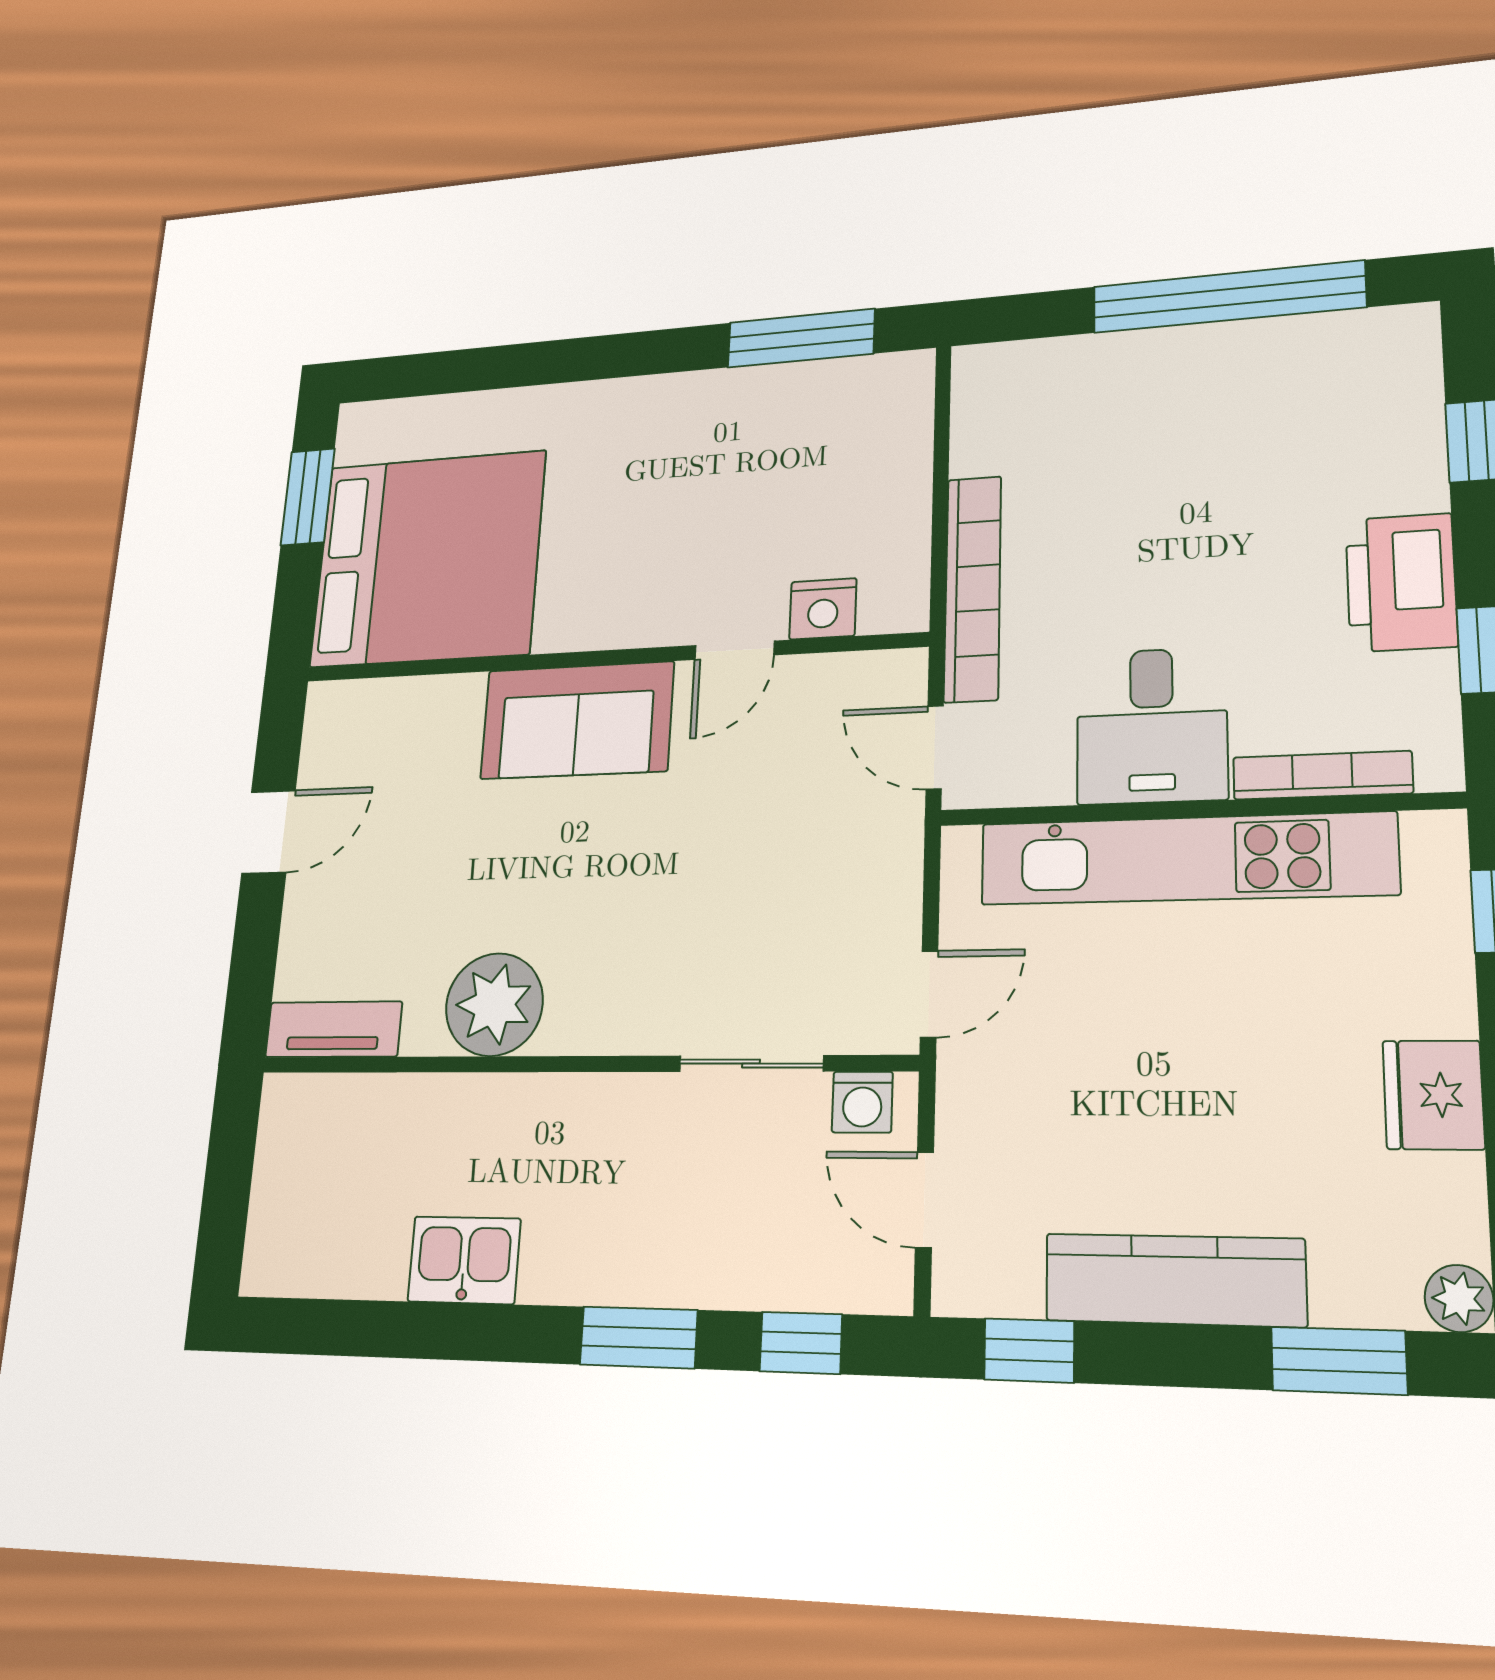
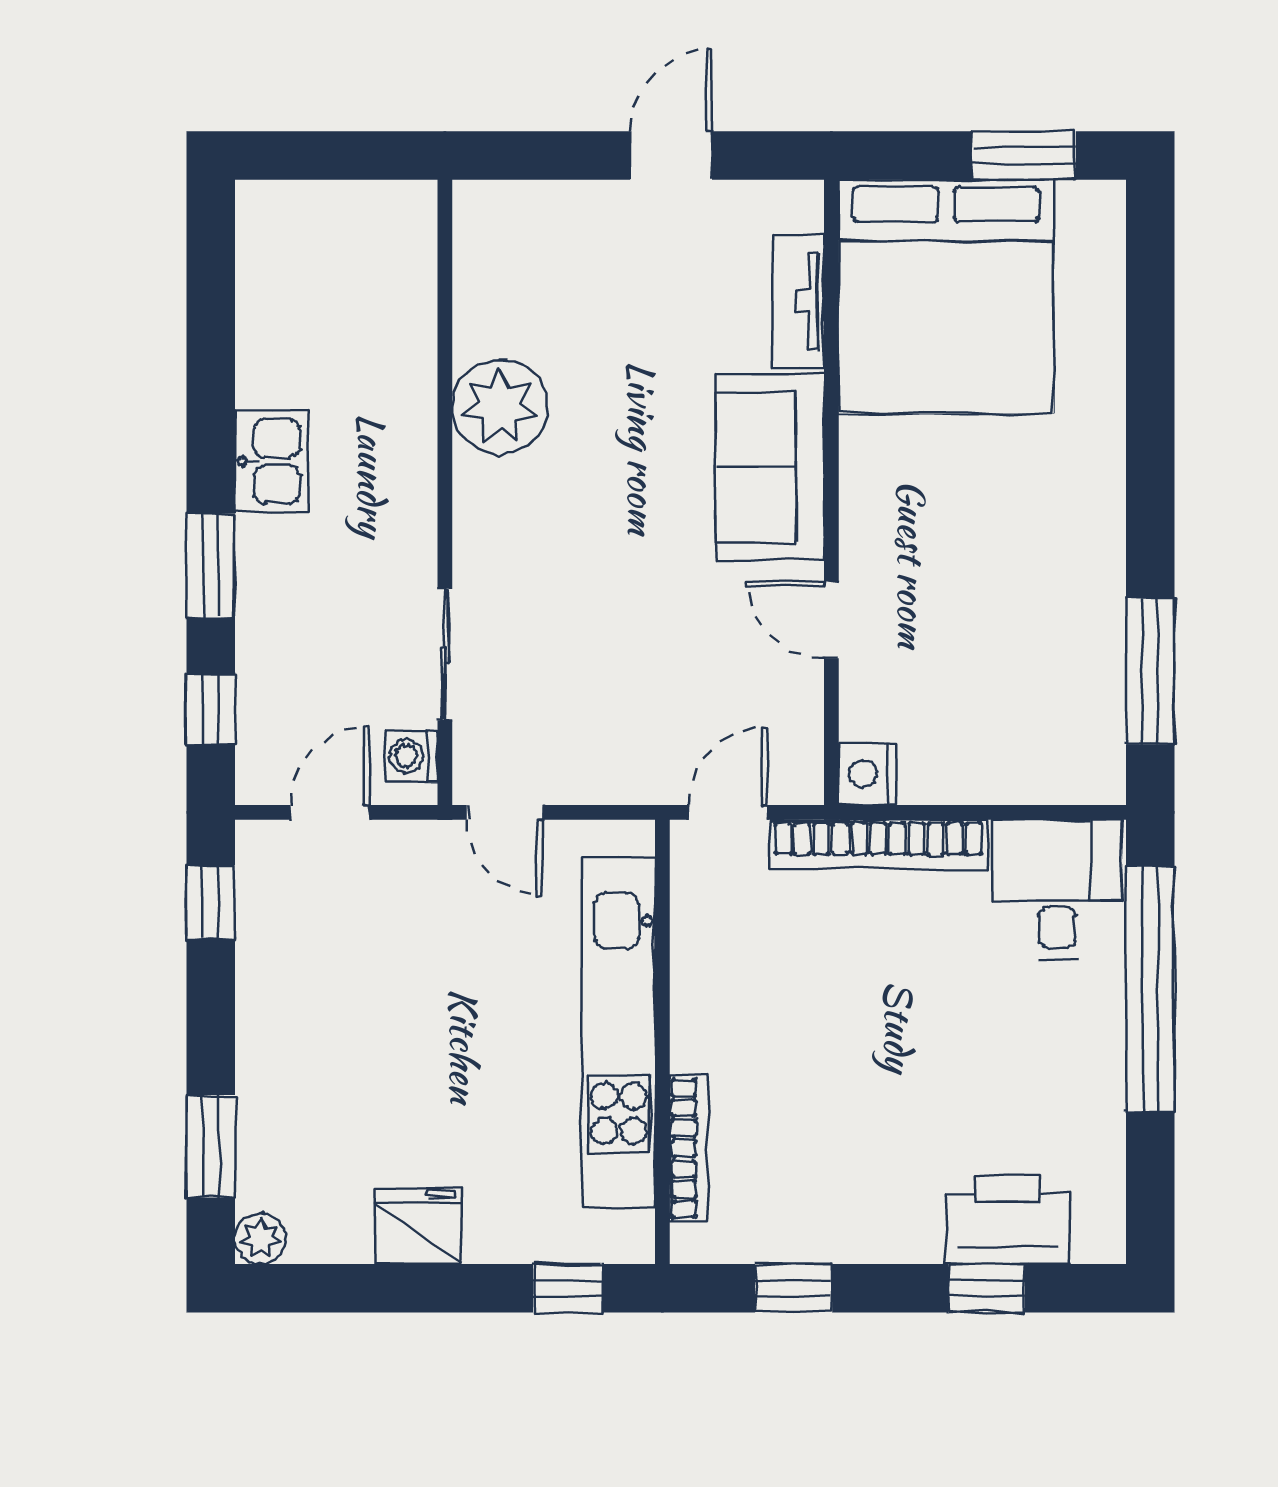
window: (1228, 297) -> (1150, 989), moved
printer: (1401, 583) -> (1008, 1220), moved
nightstand: (823, 609) -> (867, 774), moved
desk: (1152, 726) -> (1057, 889), moved, turned 90
door: (269, 832) -> (671, 155), swing flipped
tv unit: (333, 1029) -> (798, 301), moved, turned 180
kitchen sink: (464, 1260) -> (272, 461), moved
kitchen counter: (1175, 1280) -> (269, 1020), removed

